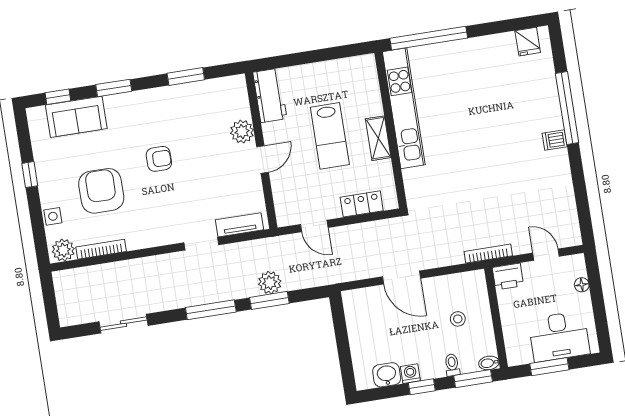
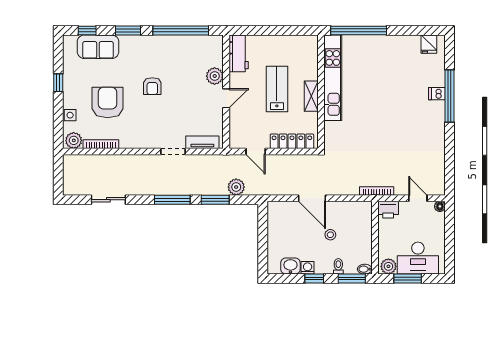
window: (186, 77) -> (181, 30), width x2.11
lab bench: (330, 136) -> (277, 89), turned 180
dishwasher: (555, 140) -> (437, 94), moved
armchair: (159, 159) -> (152, 86), turned 90
locker: (362, 204) -> (292, 141), width x1.53
plant: (270, 283) -> (236, 187), moved
floor lamp: (582, 285) -> (440, 206), moved
stool: (458, 319) -> (330, 235), moved
plant: (521, 354) -> (388, 266), added

